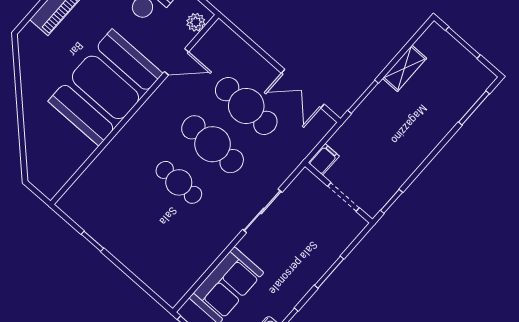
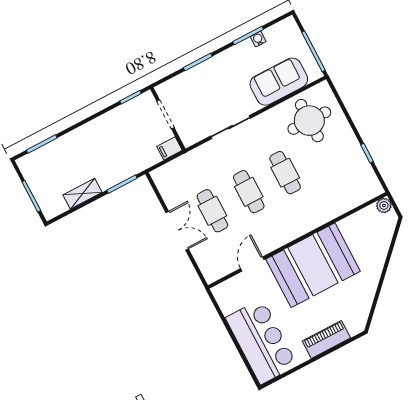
plant: (196, 22) -> (384, 205), moved
door: (177, 62) -> (252, 264), hinge flipped
double door: (303, 89) -> (177, 231), moved
cafe table: (246, 106) -> (212, 211), width x0.73, depth x0.74
cafe table: (213, 144) -> (249, 192), width x0.73, depth x0.74
round table: (174, 254) -> (309, 121), added

